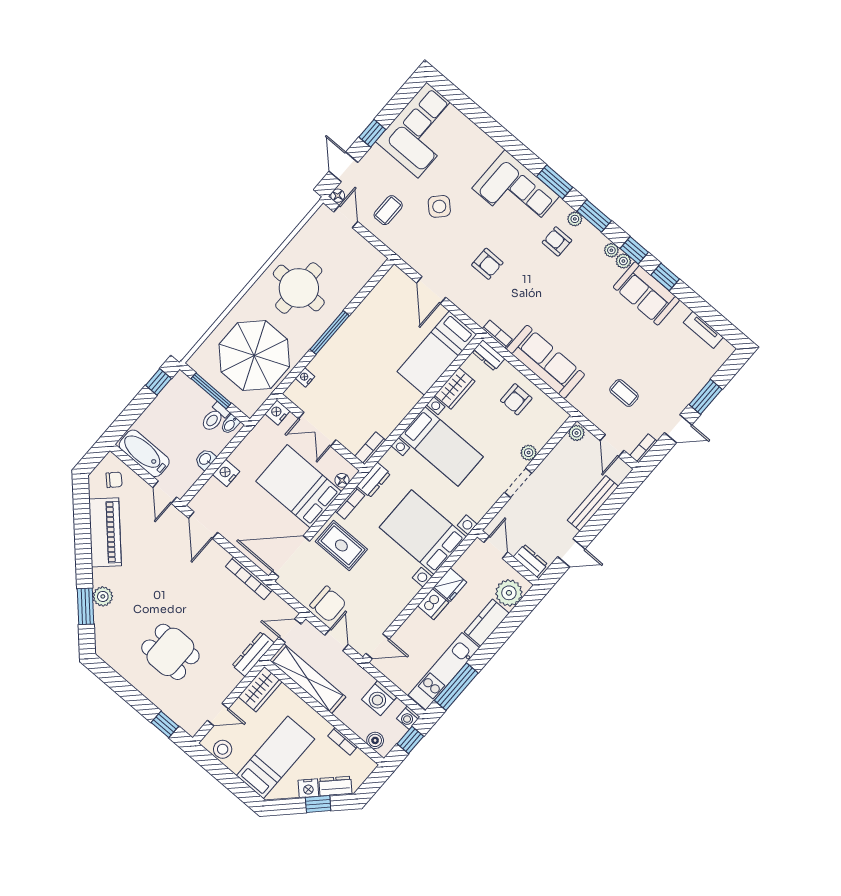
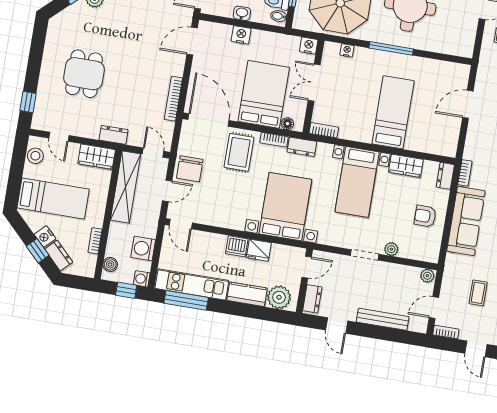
bed: (437, 353) -> (393, 112), moved, turned 90
dresser: (253, 654) -> (114, 135), width x0.70

